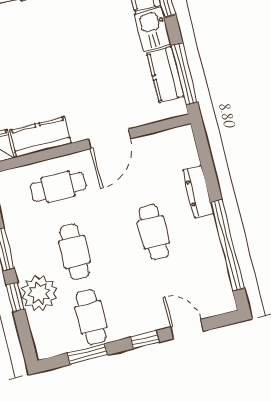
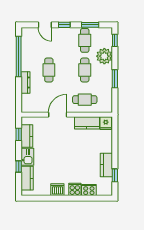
window: (184, 74) -> (19, 134), width x0.46
window: (15, 297) -> (115, 40), moved

